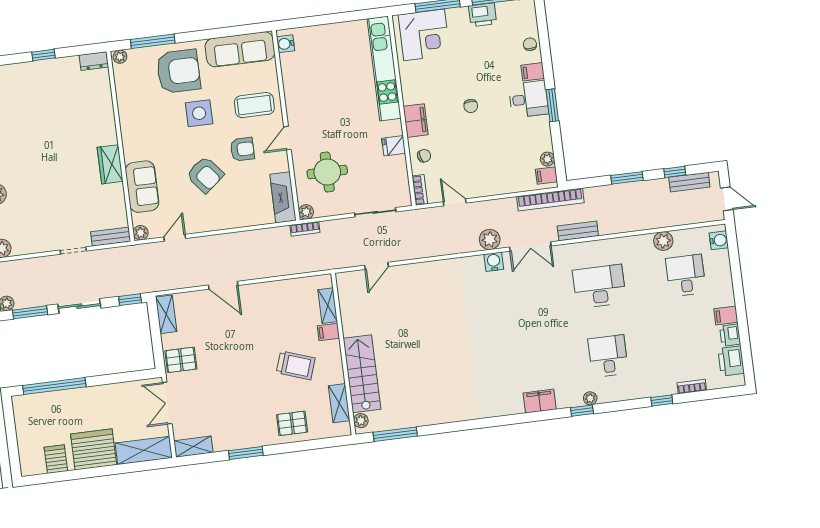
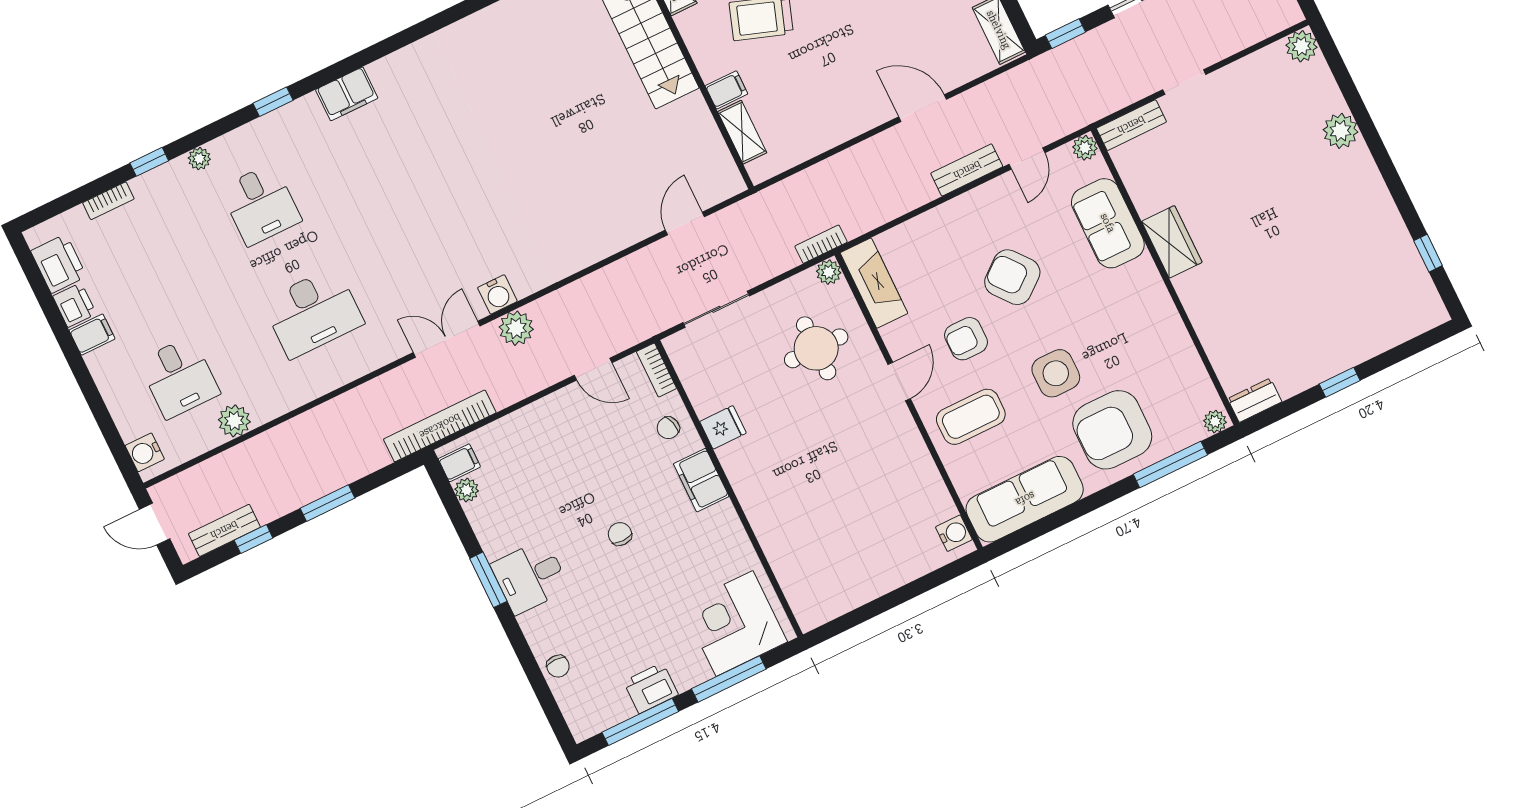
kitchen unit: (384, 68) -> (781, 547), removed
filing cabinet: (533, 72) -> (538, 623), removed
bench: (578, 231) -> (967, 170), moved
plant: (590, 398) -> (199, 159), moved

